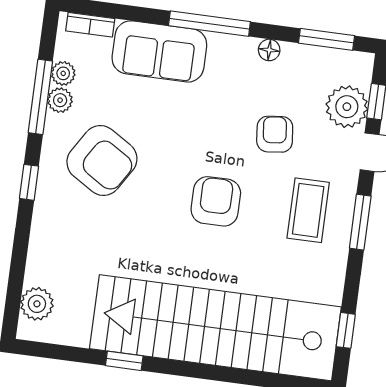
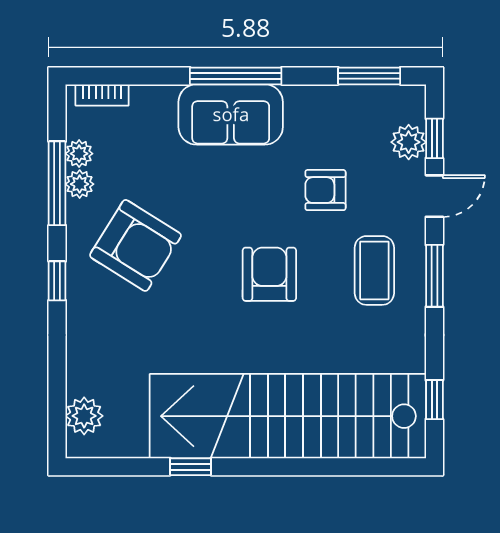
floor lamp: (269, 50) -> (307, 96), removed
sofa: (159, 51) -> (231, 114), moved
plant: (347, 107) -> (409, 142), width x0.73, depth x0.73
armchair: (275, 134) -> (325, 190), turned -84

